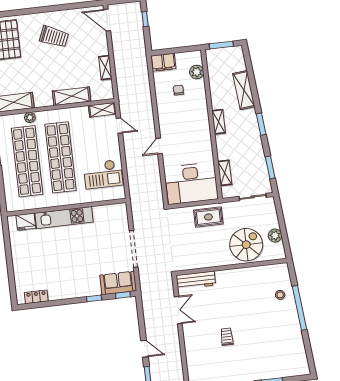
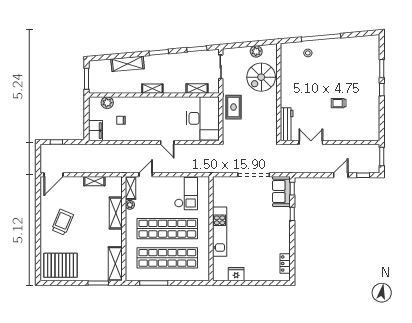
plant: (30, 117) -> (130, 205), moved
fridge: (26, 222) -> (236, 274), moved, turned -90
spiral stairs: (246, 245) -> (261, 77), turned -90

